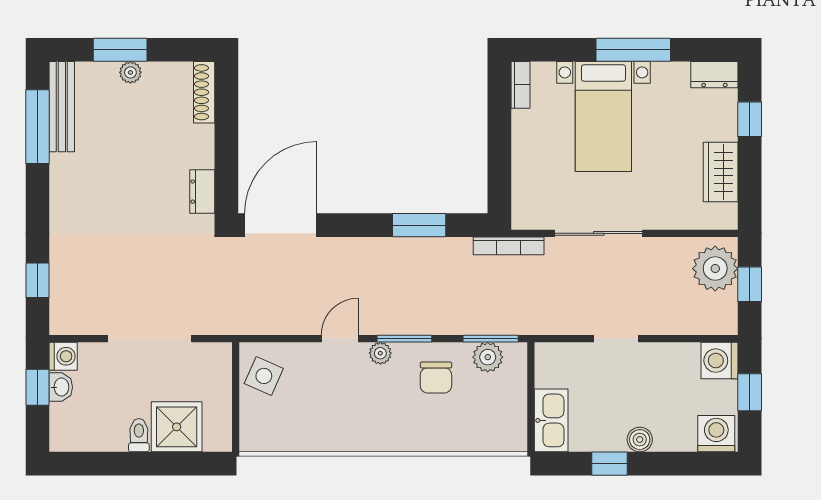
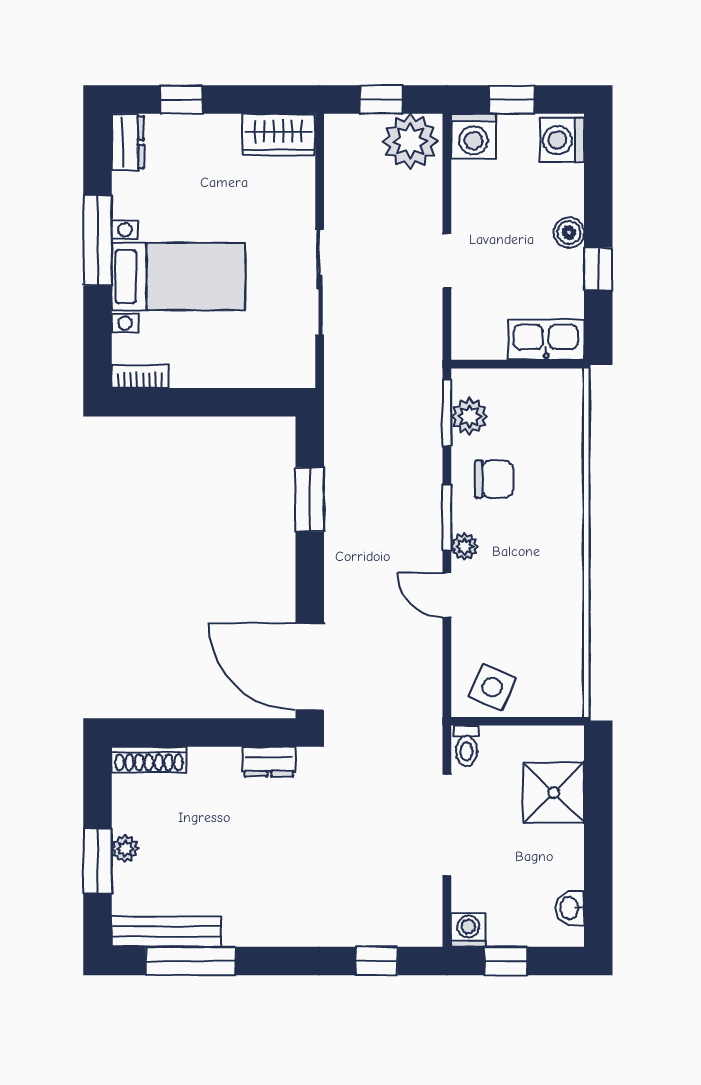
wardrobe: (721, 172) -> (278, 135), moved
bookcase: (509, 246) -> (335, 391), removed
plant: (715, 269) -> (410, 141), moved
washbasin: (61, 387) -> (570, 908), moved, turned -90
toilet: (139, 435) -> (466, 746), moved, turned -90

